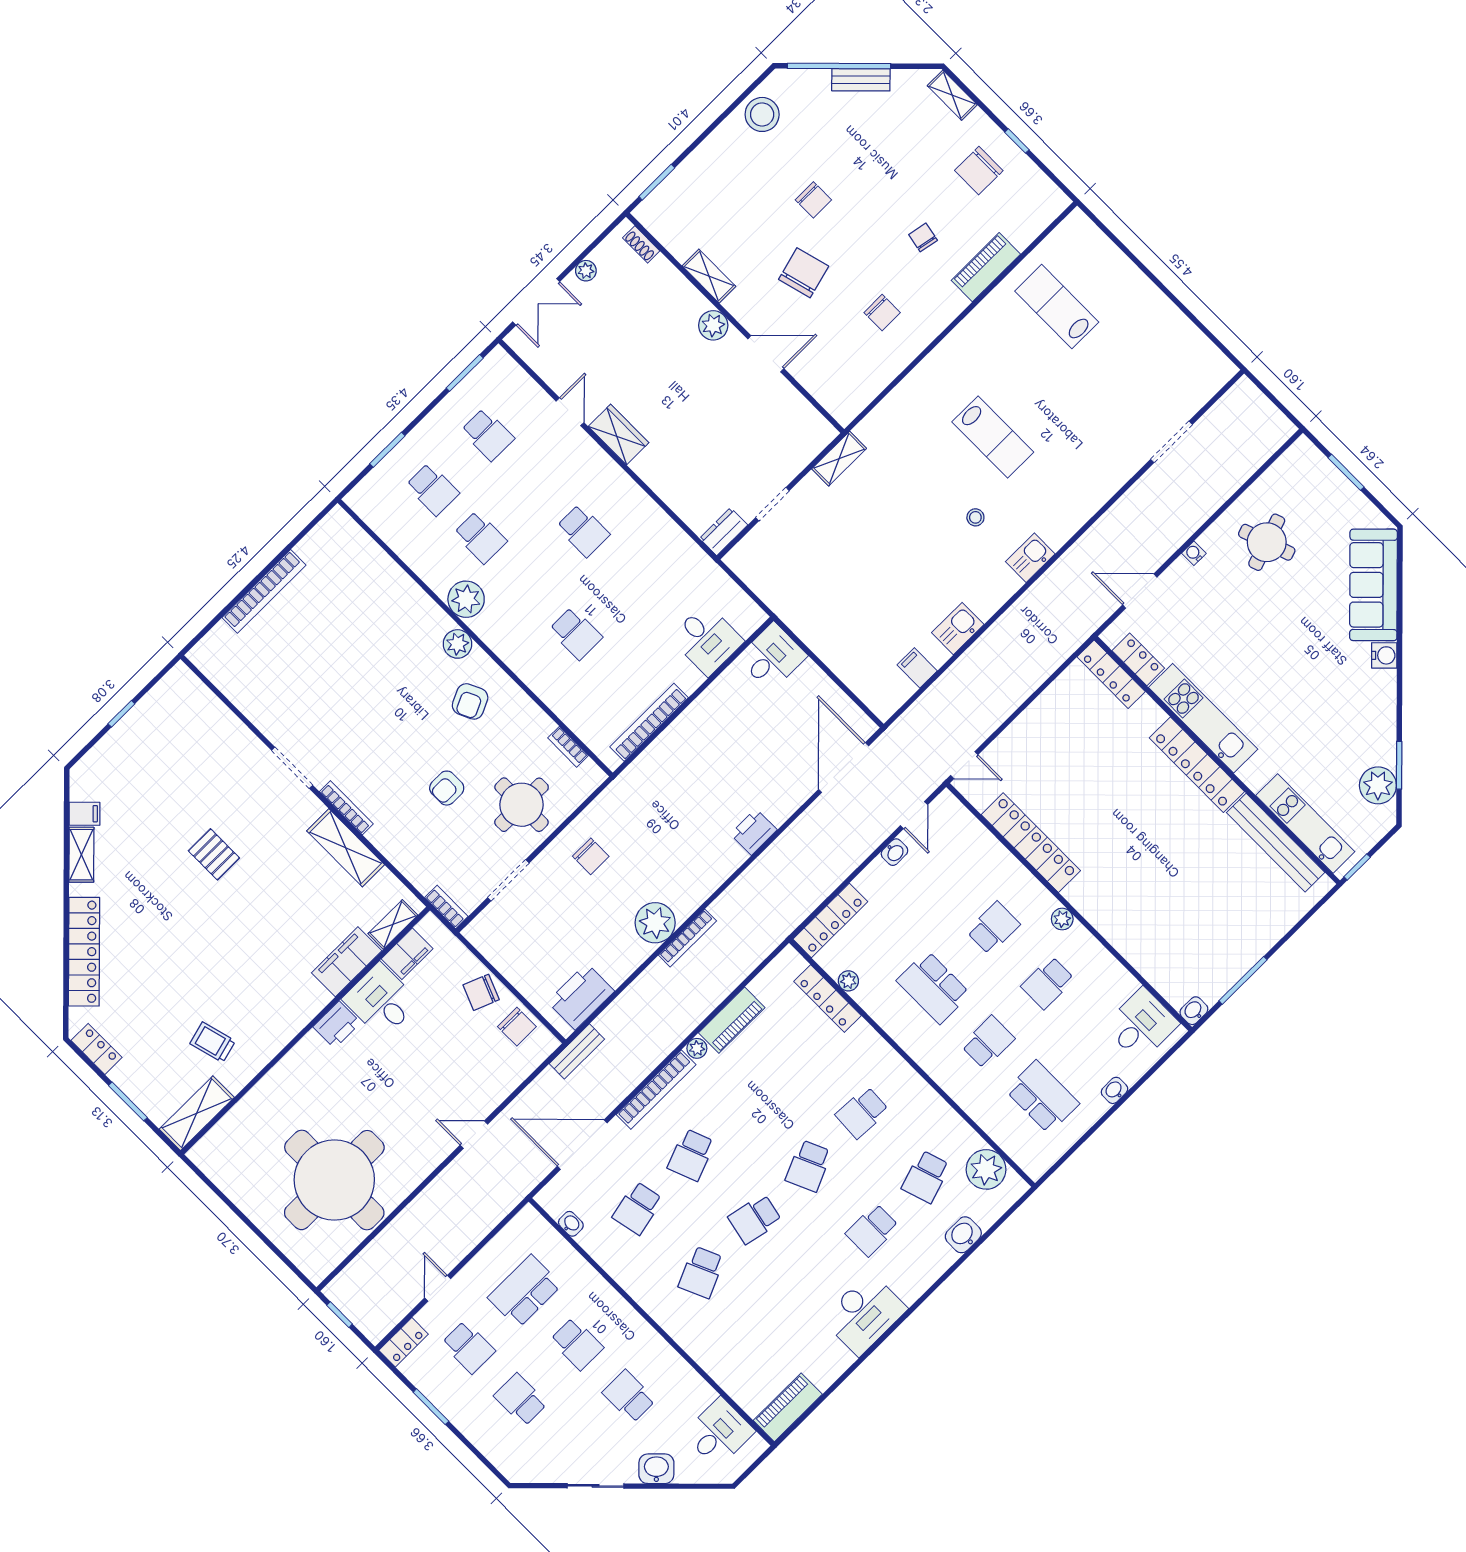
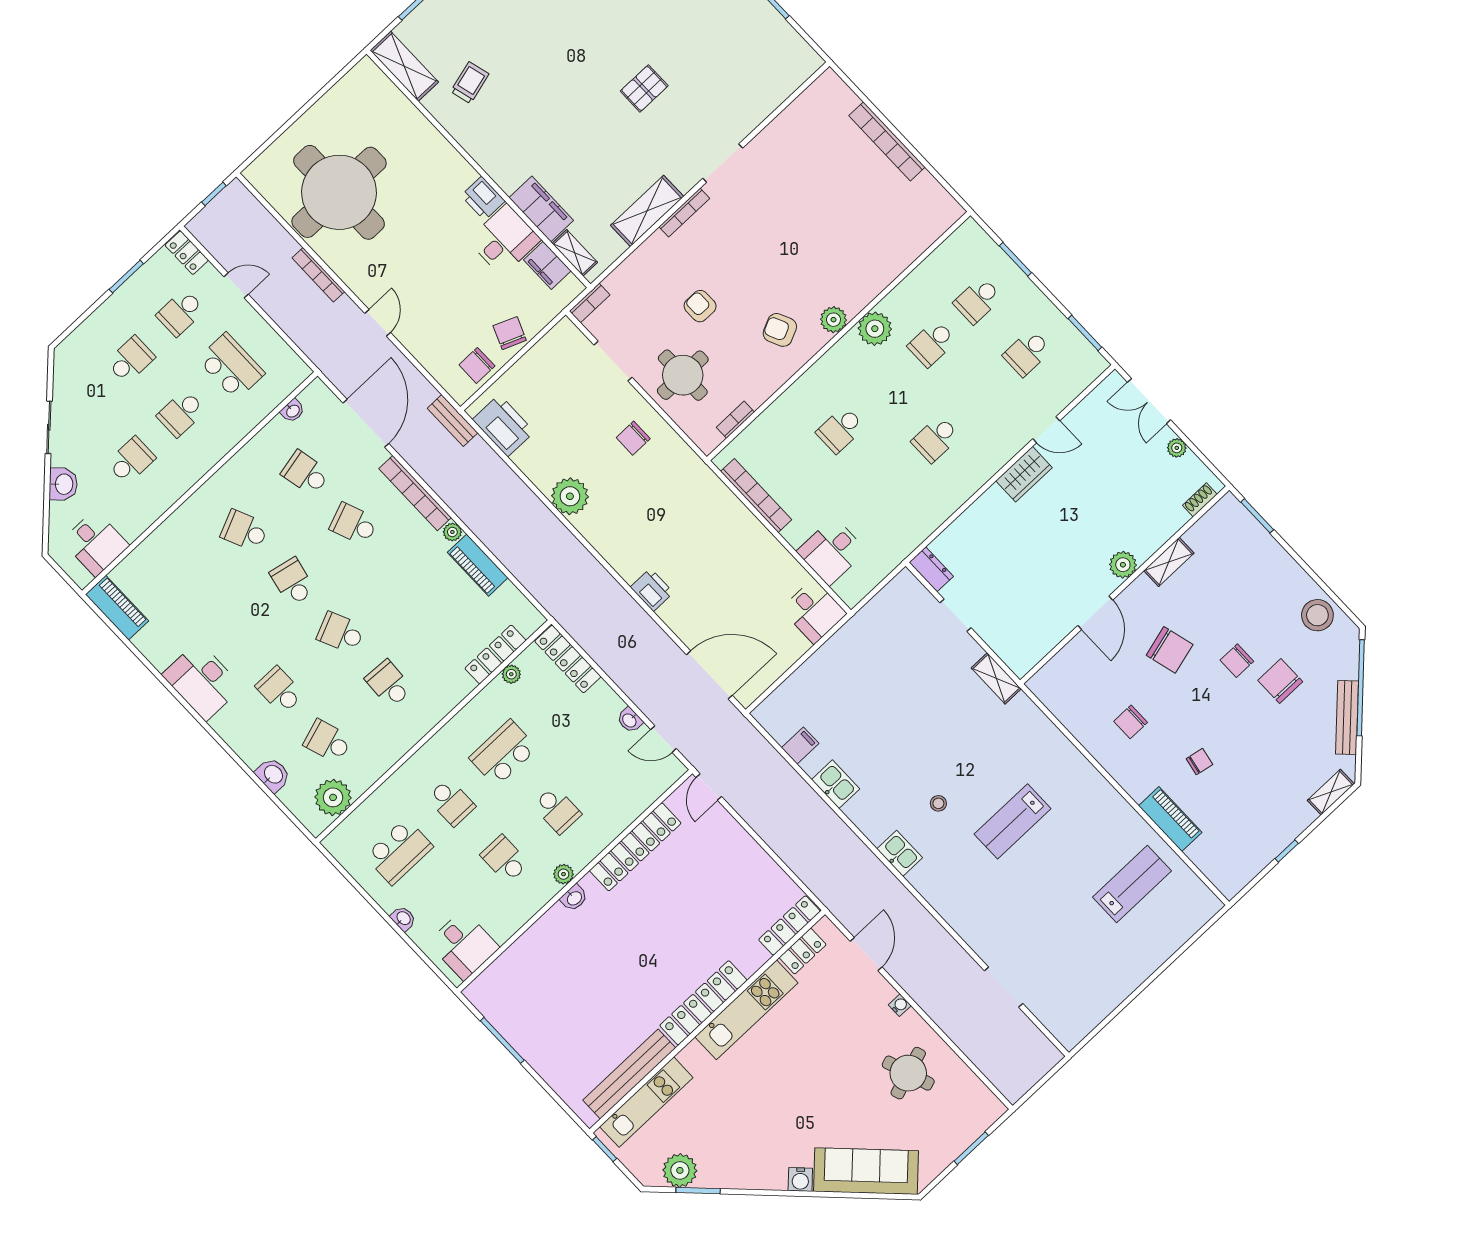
bench: (861, 80) -> (1347, 718), width x1.36
chair: (979, 171) -> (1280, 681), moved
bookcase: (688, 938) -> (318, 275), moved
washbasin: (1194, 1011) -> (574, 898), moved, turned 90

